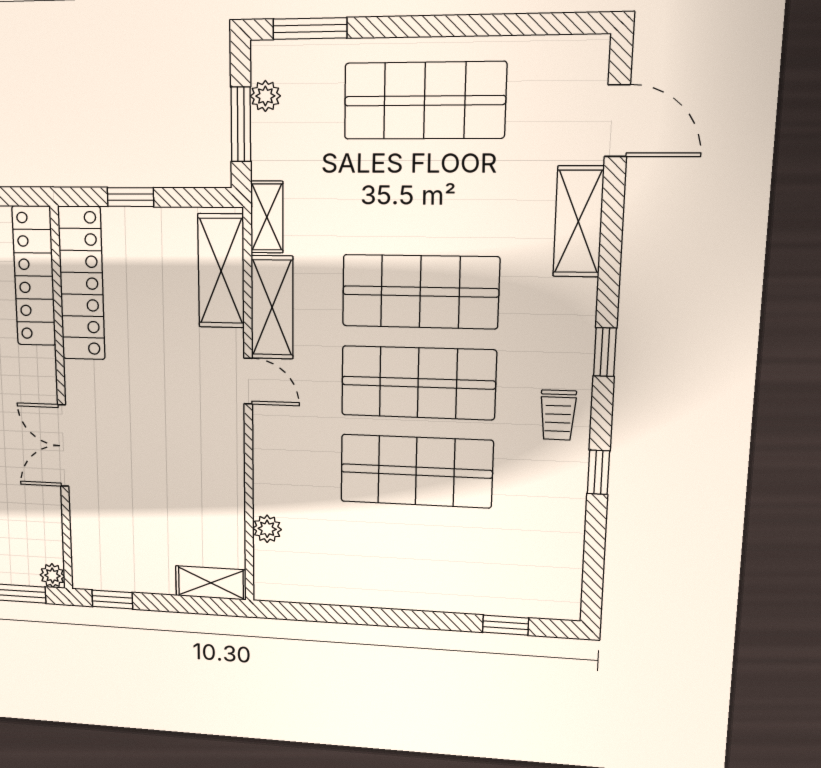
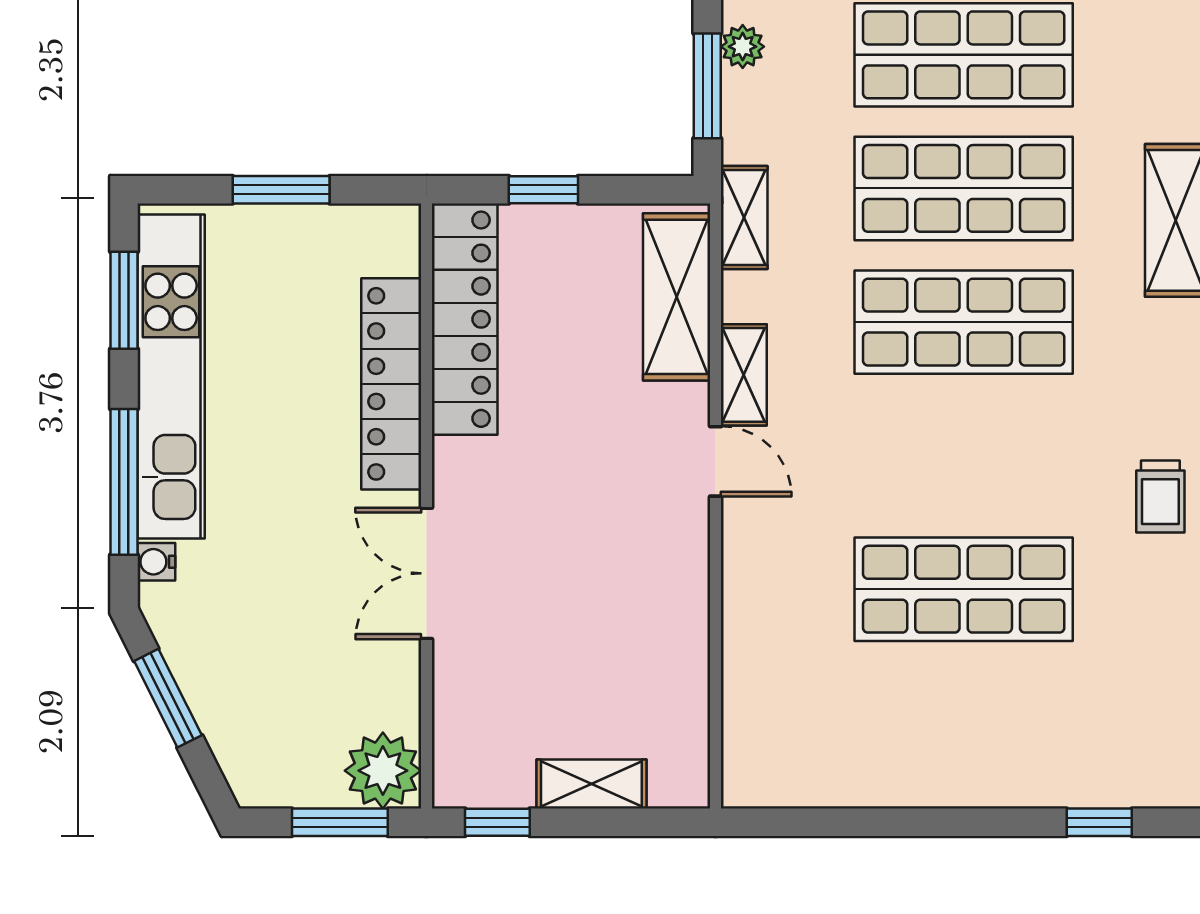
locker: (34, 276) -> (391, 384), moved
shelving: (272, 307) -> (744, 375), width x0.67, depth x0.75
shop shelf: (418, 383) -> (964, 188), moved
plant: (267, 529) -> (743, 691), removed
plant: (52, 576) -> (383, 771), width x1.88, depth x1.88
shelving: (211, 583) -> (591, 784), moved

